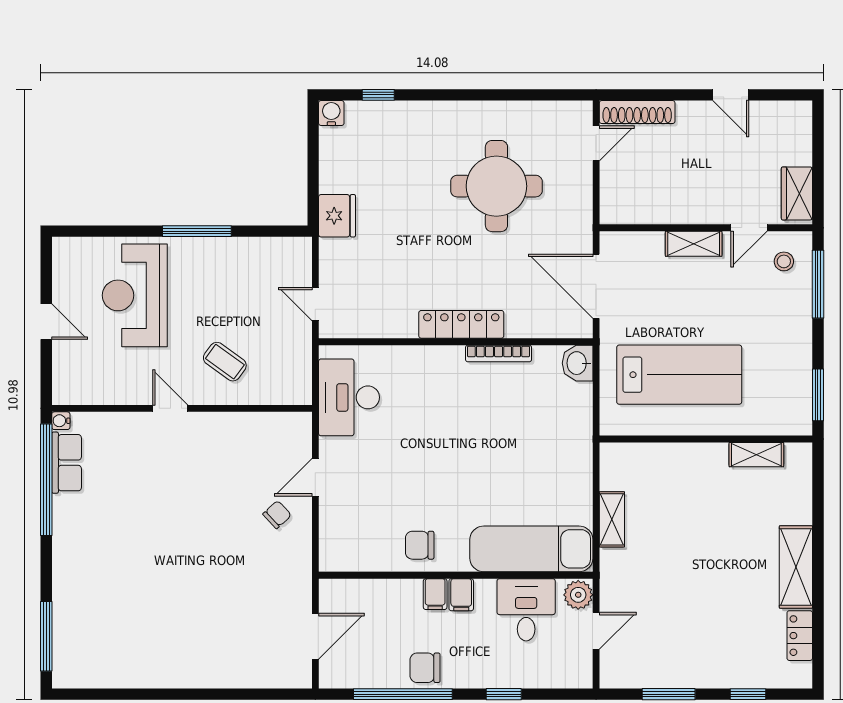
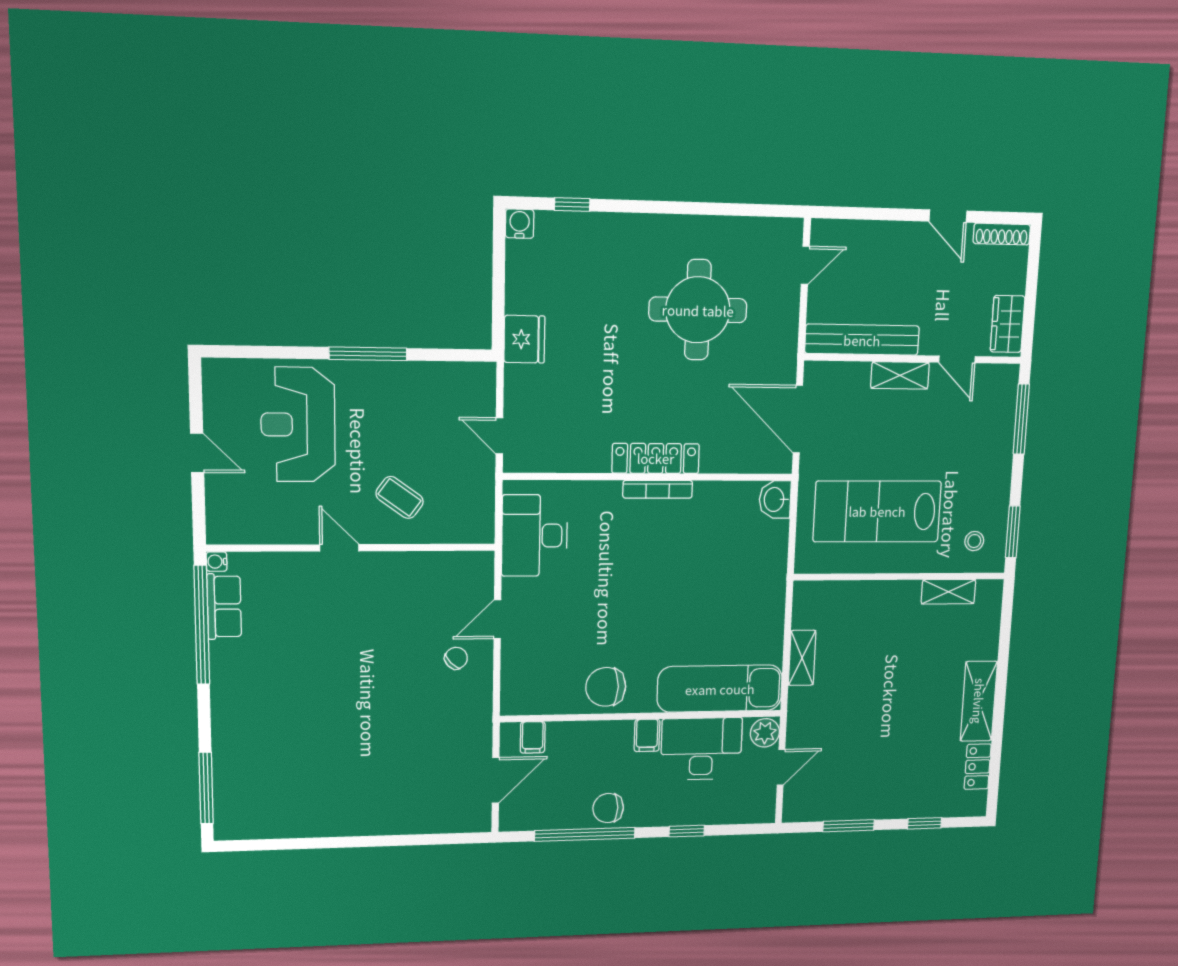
shoe rack: (637, 112) -> (1002, 234), moved, width x0.74, depth x0.81
bench: (655, 211) -> (862, 340), added
door: (749, 228) -> (957, 359), hinge flipped
stool: (784, 261) -> (974, 541), moved
bookcase: (499, 353) -> (658, 489), moved
lab bench: (679, 375) -> (877, 511), turned 180
chair: (420, 545) -> (606, 687), width x1.37, depth x1.37
filing cabinet: (435, 594) -> (533, 737), moved
desk: (526, 610) -> (701, 749), width x1.37

